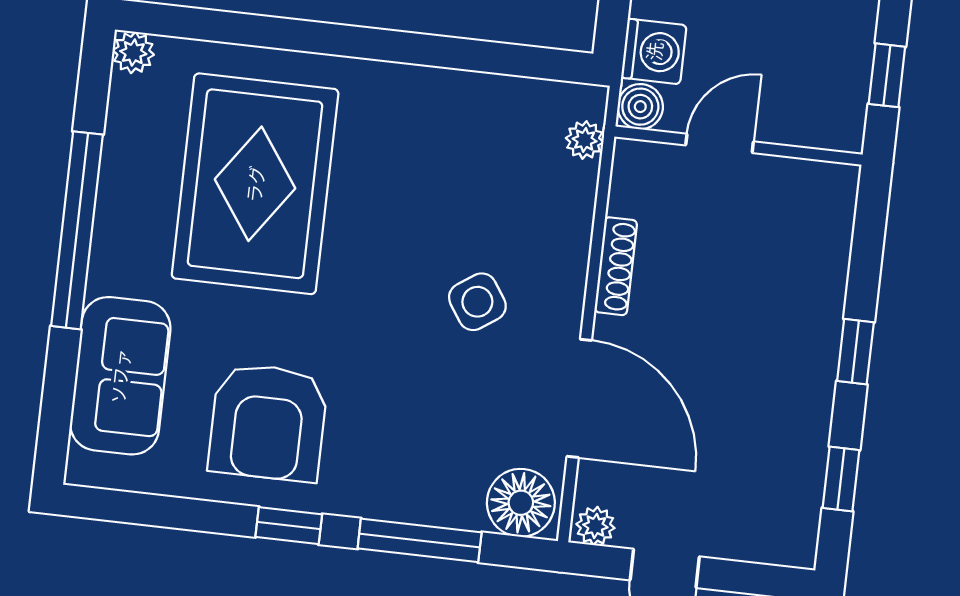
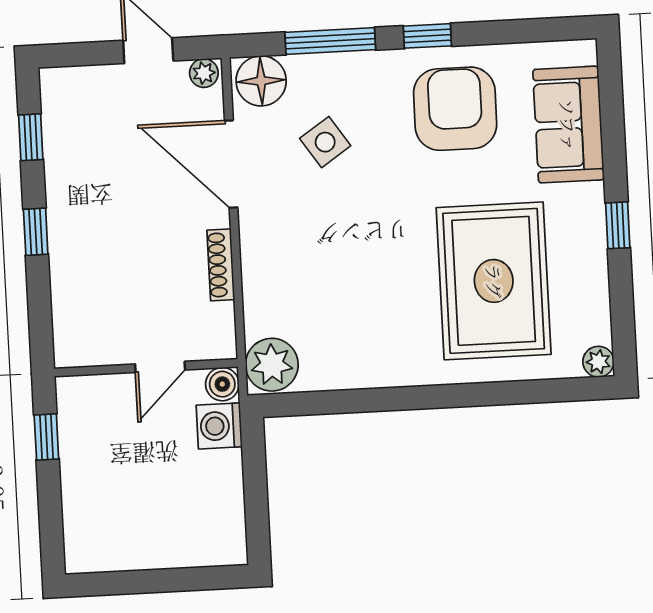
plant: (585, 140) -> (272, 365), width x1.88, depth x1.88
window: (77, 230) -> (618, 225), width x0.32
side table: (477, 302) -> (325, 142), moved

